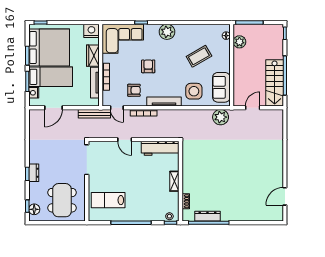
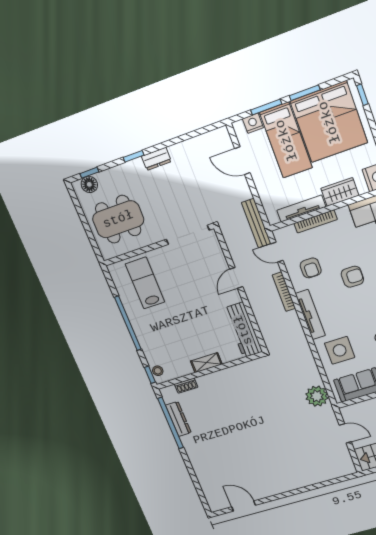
door: (117, 108) -> (277, 252), hinge flipped
dresser: (34, 173) -> (156, 159), moved

